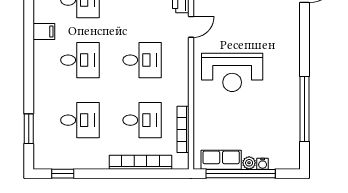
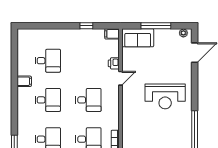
reception desk: (232, 72) -> (165, 96), moved

